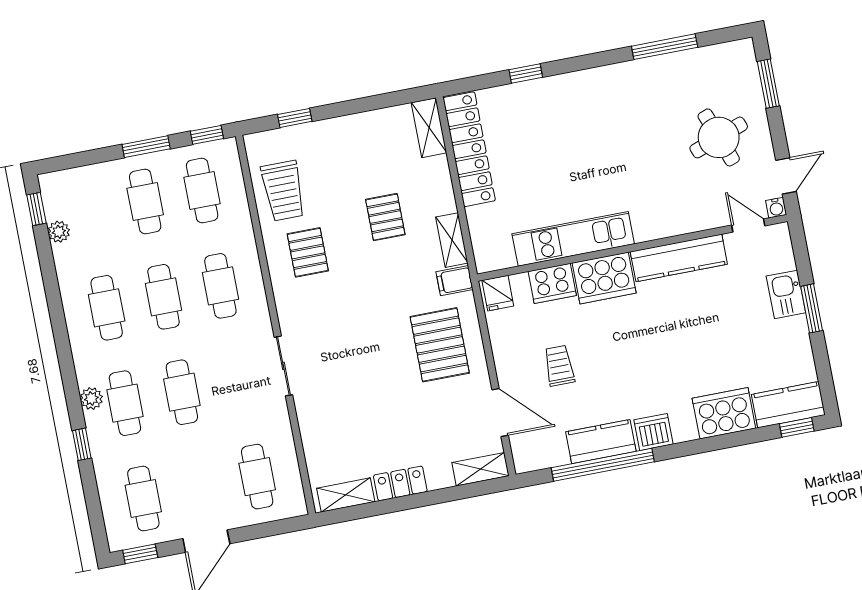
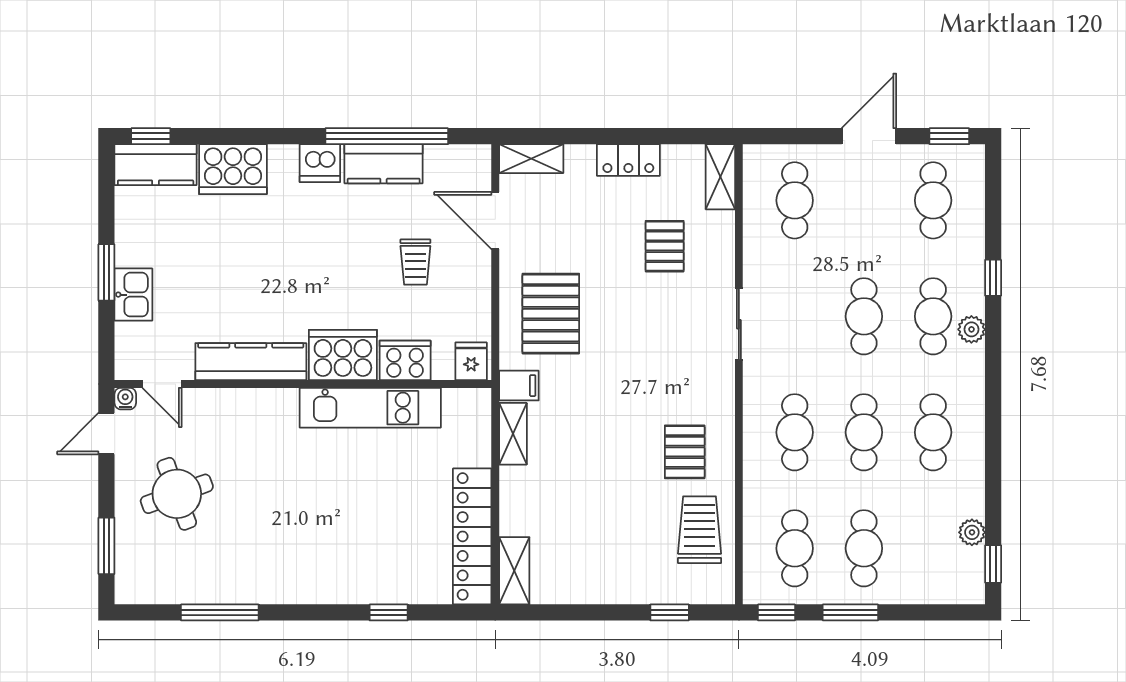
pallet: (385, 217) -> (665, 246), moved
shelving: (346, 495) -> (720, 177), moved, turned 90

